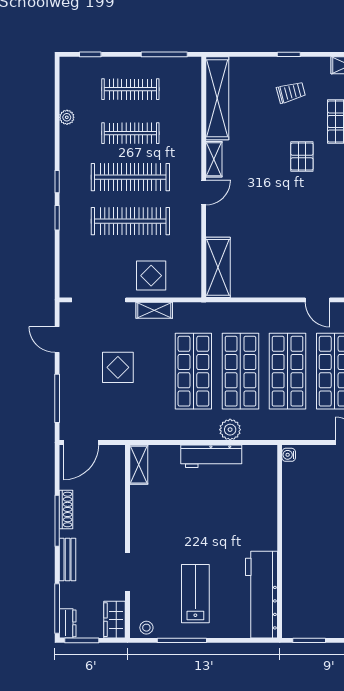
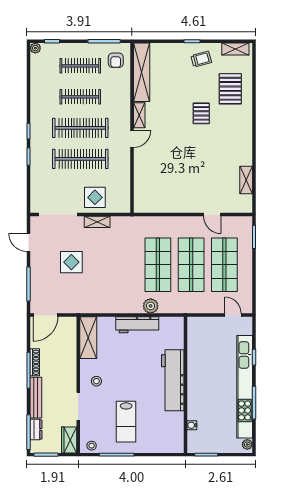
armchair: (181, 81) -> (116, 60), added
trolley: (291, 92) -> (201, 59), moved
plant: (67, 117) -> (35, 48), moved
shelving: (218, 267) -> (142, 192), removed
shop shelf: (193, 371) -> (125, 265), removed
water cooler: (289, 455) -> (192, 425), moved
shelving: (139, 465) -> (88, 338), width x1.50, depth x1.33
stool: (153, 536) -> (96, 381), added
bench: (68, 559) -> (36, 398), width x1.36
lab bench: (195, 594) -> (126, 422), turned 180
workbench: (262, 595) -> (173, 380), moved
dresser: (68, 623) -> (36, 430), moved

